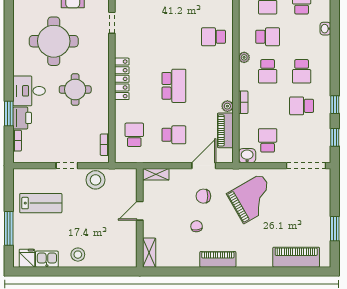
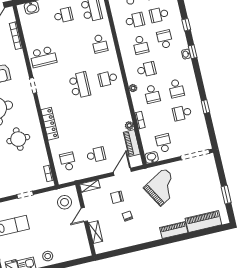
school desk: (174, 86) -> (80, 85), moved
window: (335, 137) -> (193, 52), moved
stool: (96, 180) -> (65, 202), moved
chair: (203, 196) -> (117, 197), moved
shelving: (149, 253) -> (96, 232), moved
piano: (218, 259) -> (174, 230), moved

